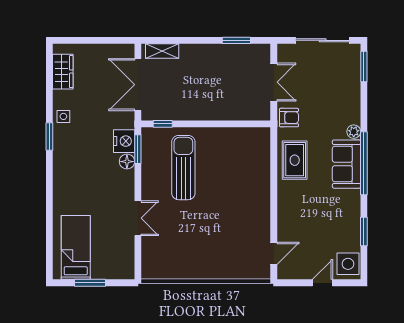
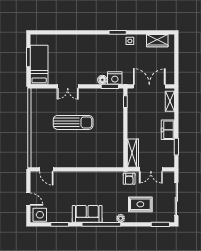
freezer: (209, 54) -> (168, 130), added
wardrobe: (247, 112) -> (133, 153), added
rug: (295, 160) -> (140, 204), moved
sofa: (347, 164) -> (87, 214), moved
sun lounger: (183, 168) -> (73, 122), moved
bed: (76, 247) -> (39, 65), moved, turned -90

